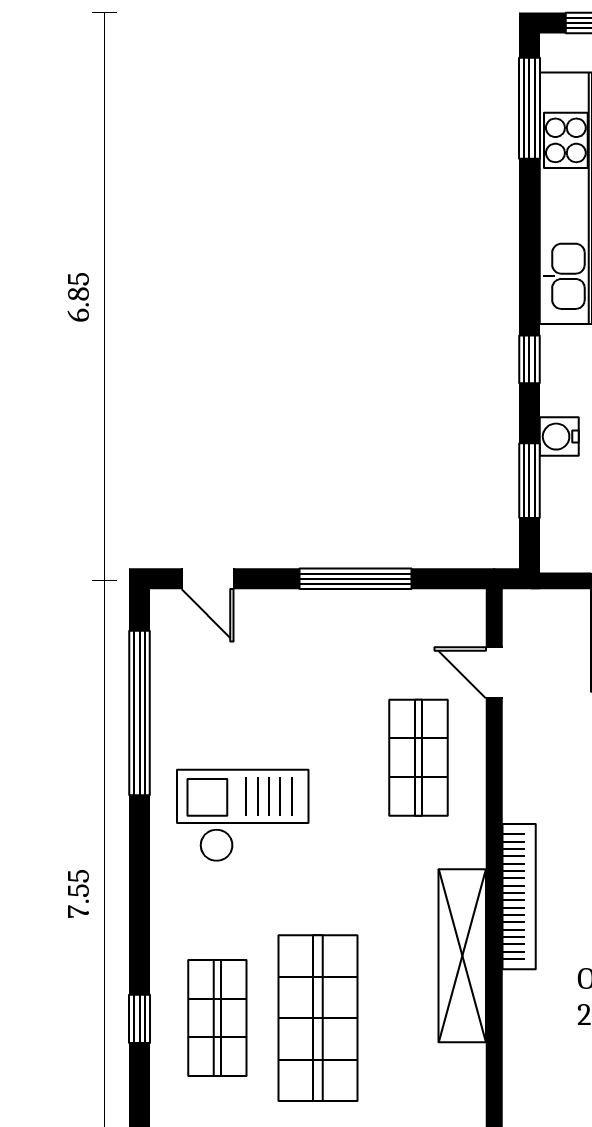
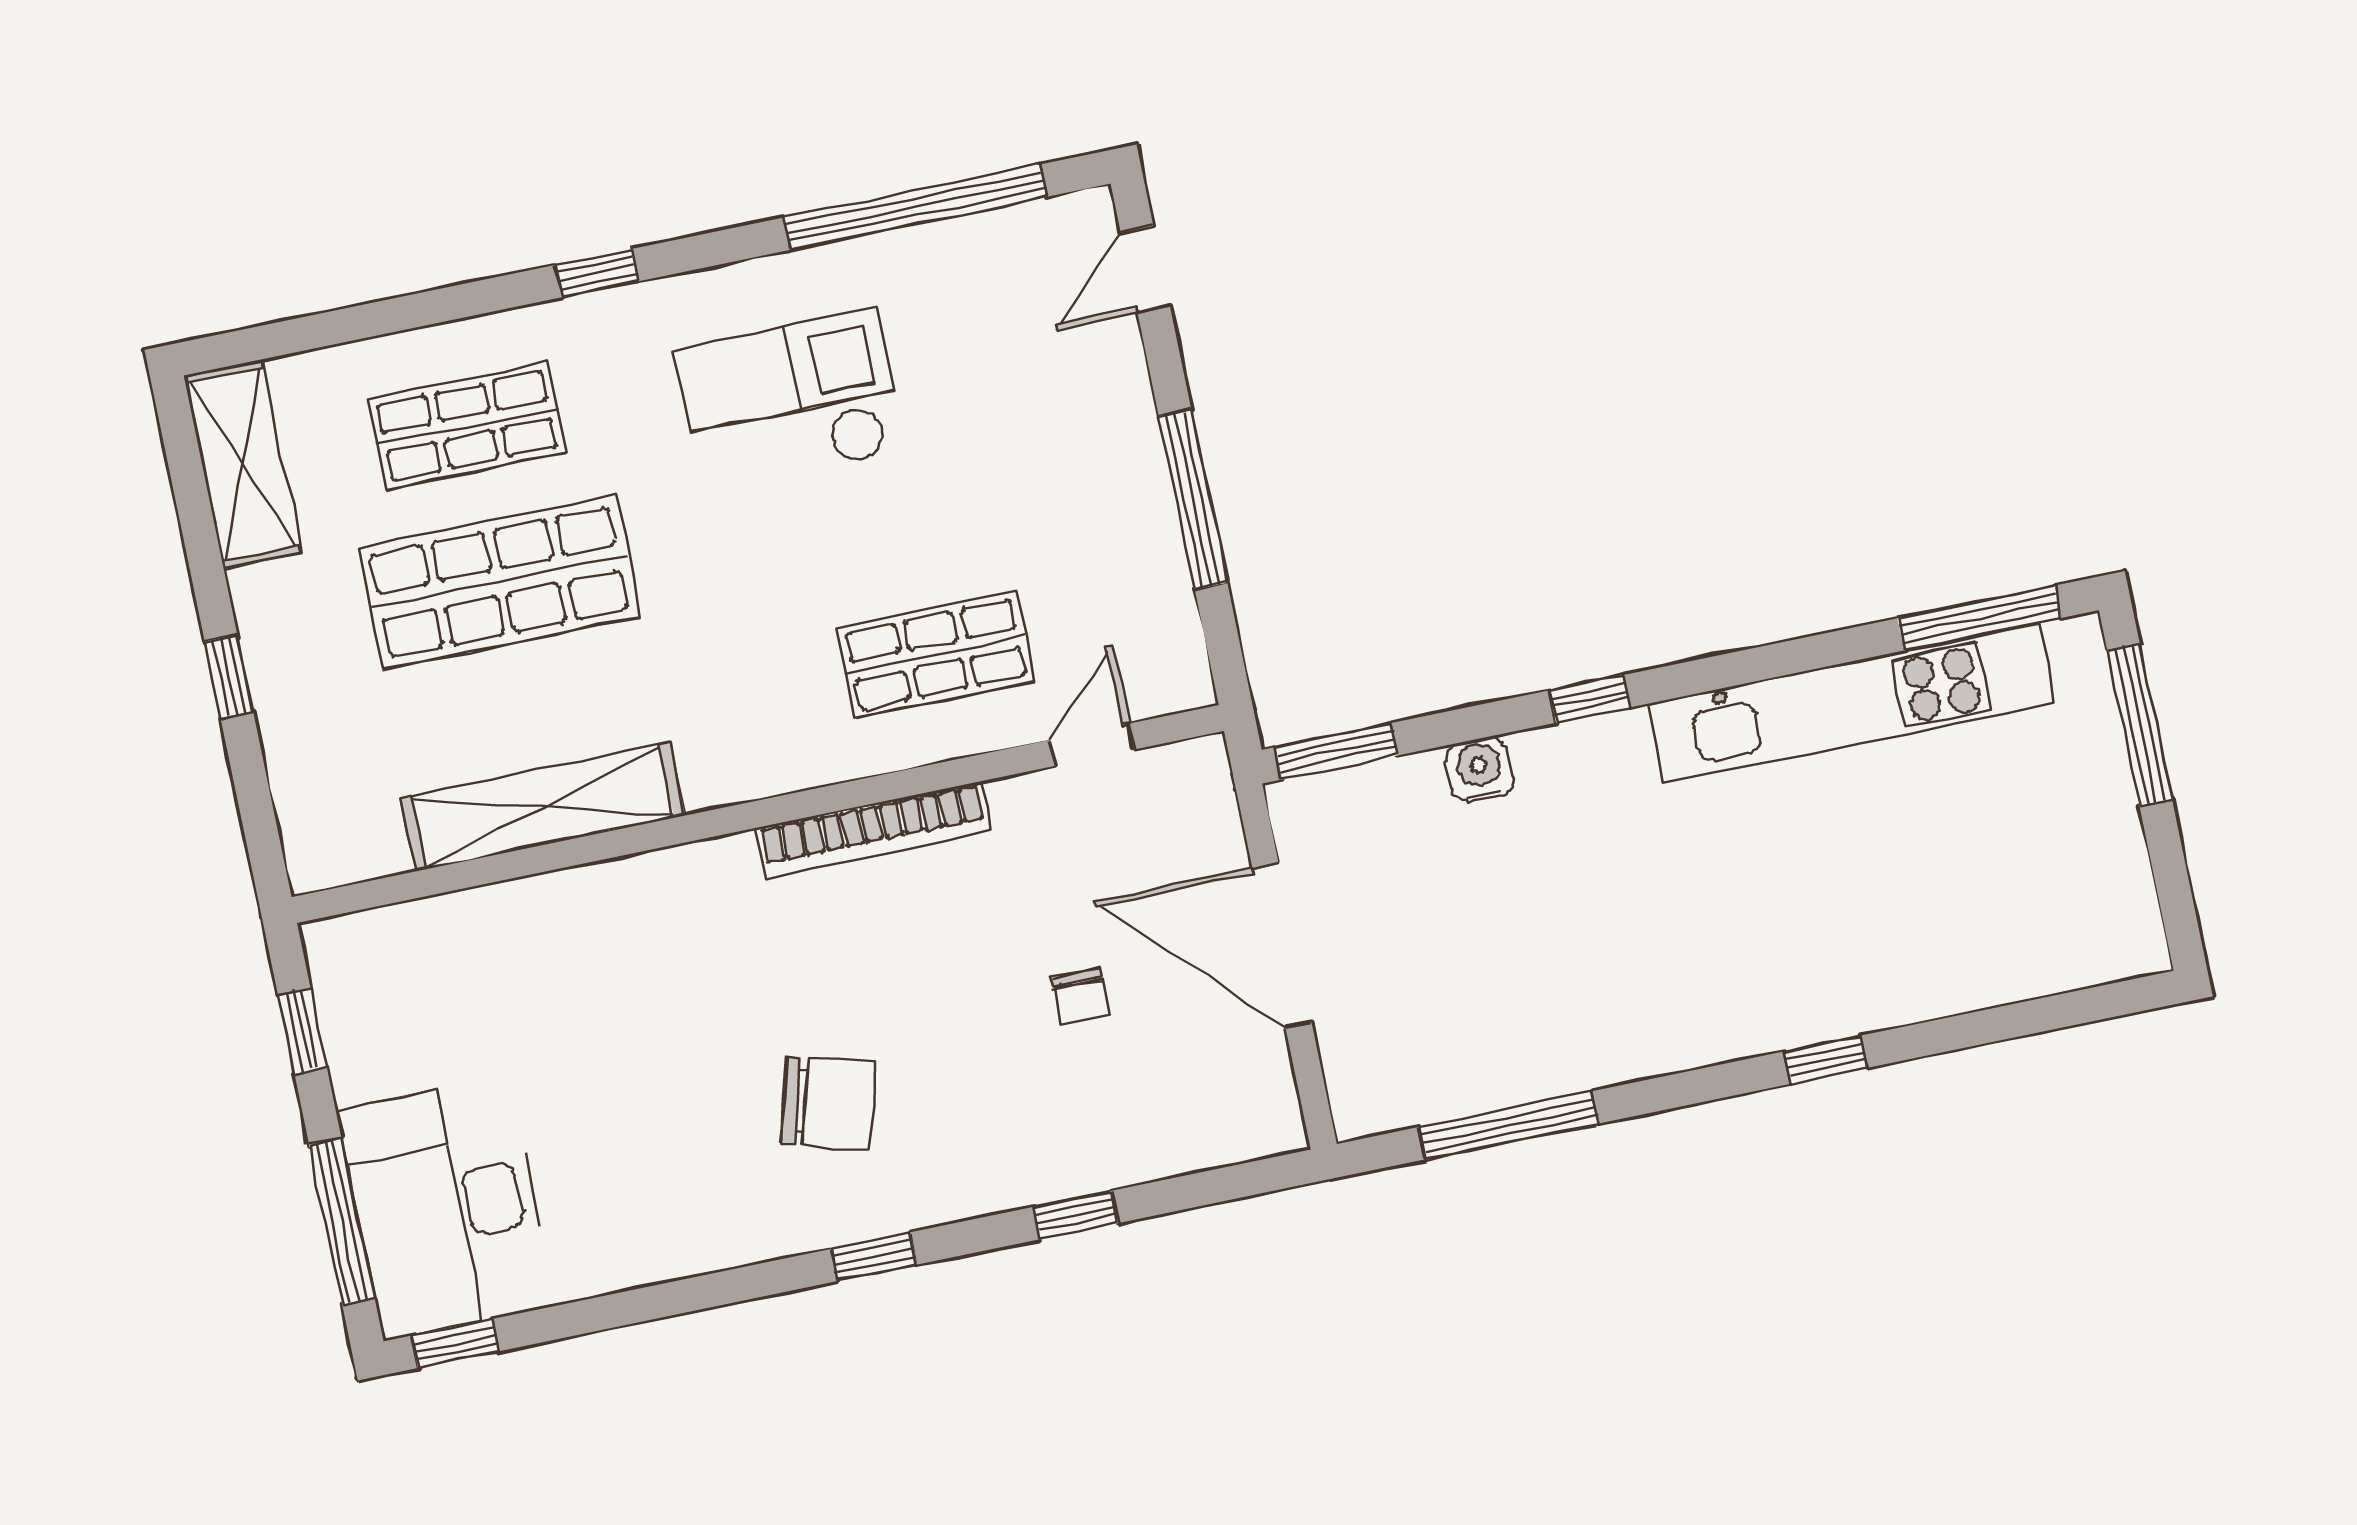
window: (529, 481) -> (1336, 751), moved
checkout: (243, 816) -> (789, 400), turned -90
bookcase: (519, 897) -> (873, 830), moved
shelving: (462, 956) -> (543, 807), moved
window: (140, 1019) -> (597, 273), moved

